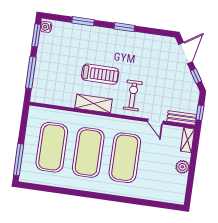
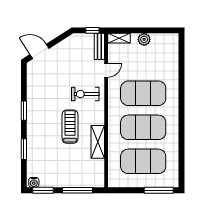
window: (196, 76) -> (59, 39), removed
shelving: (94, 104) -> (98, 142), moved

